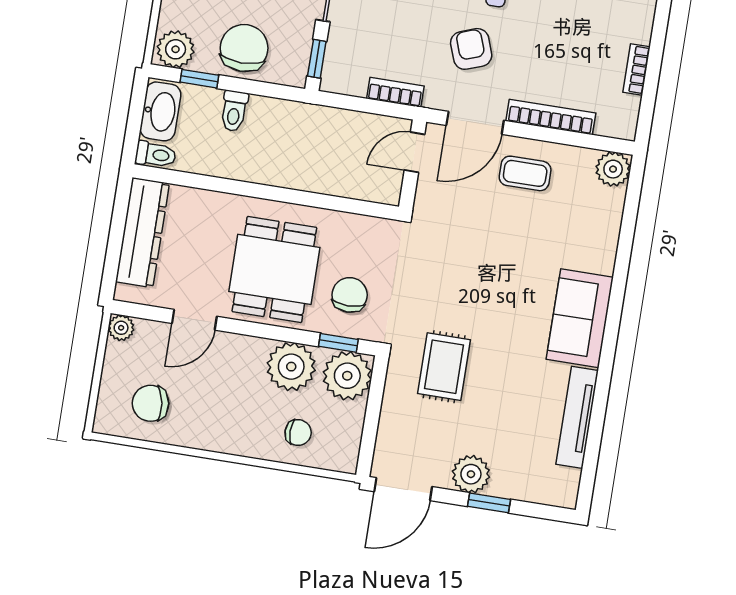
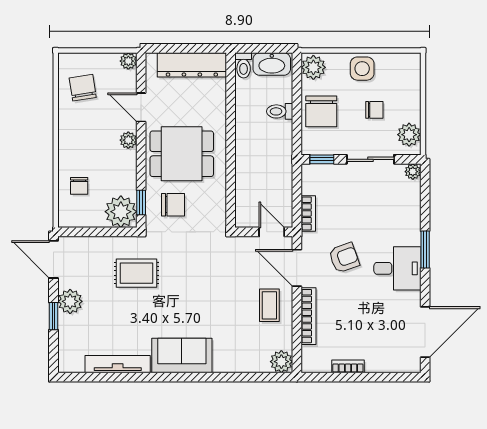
chair: (244, 48) -> (321, 111), turned 90
window: (199, 79) -> (297, 86), removed
plant: (291, 367) -> (128, 140), moved, width x0.53, depth x0.53

